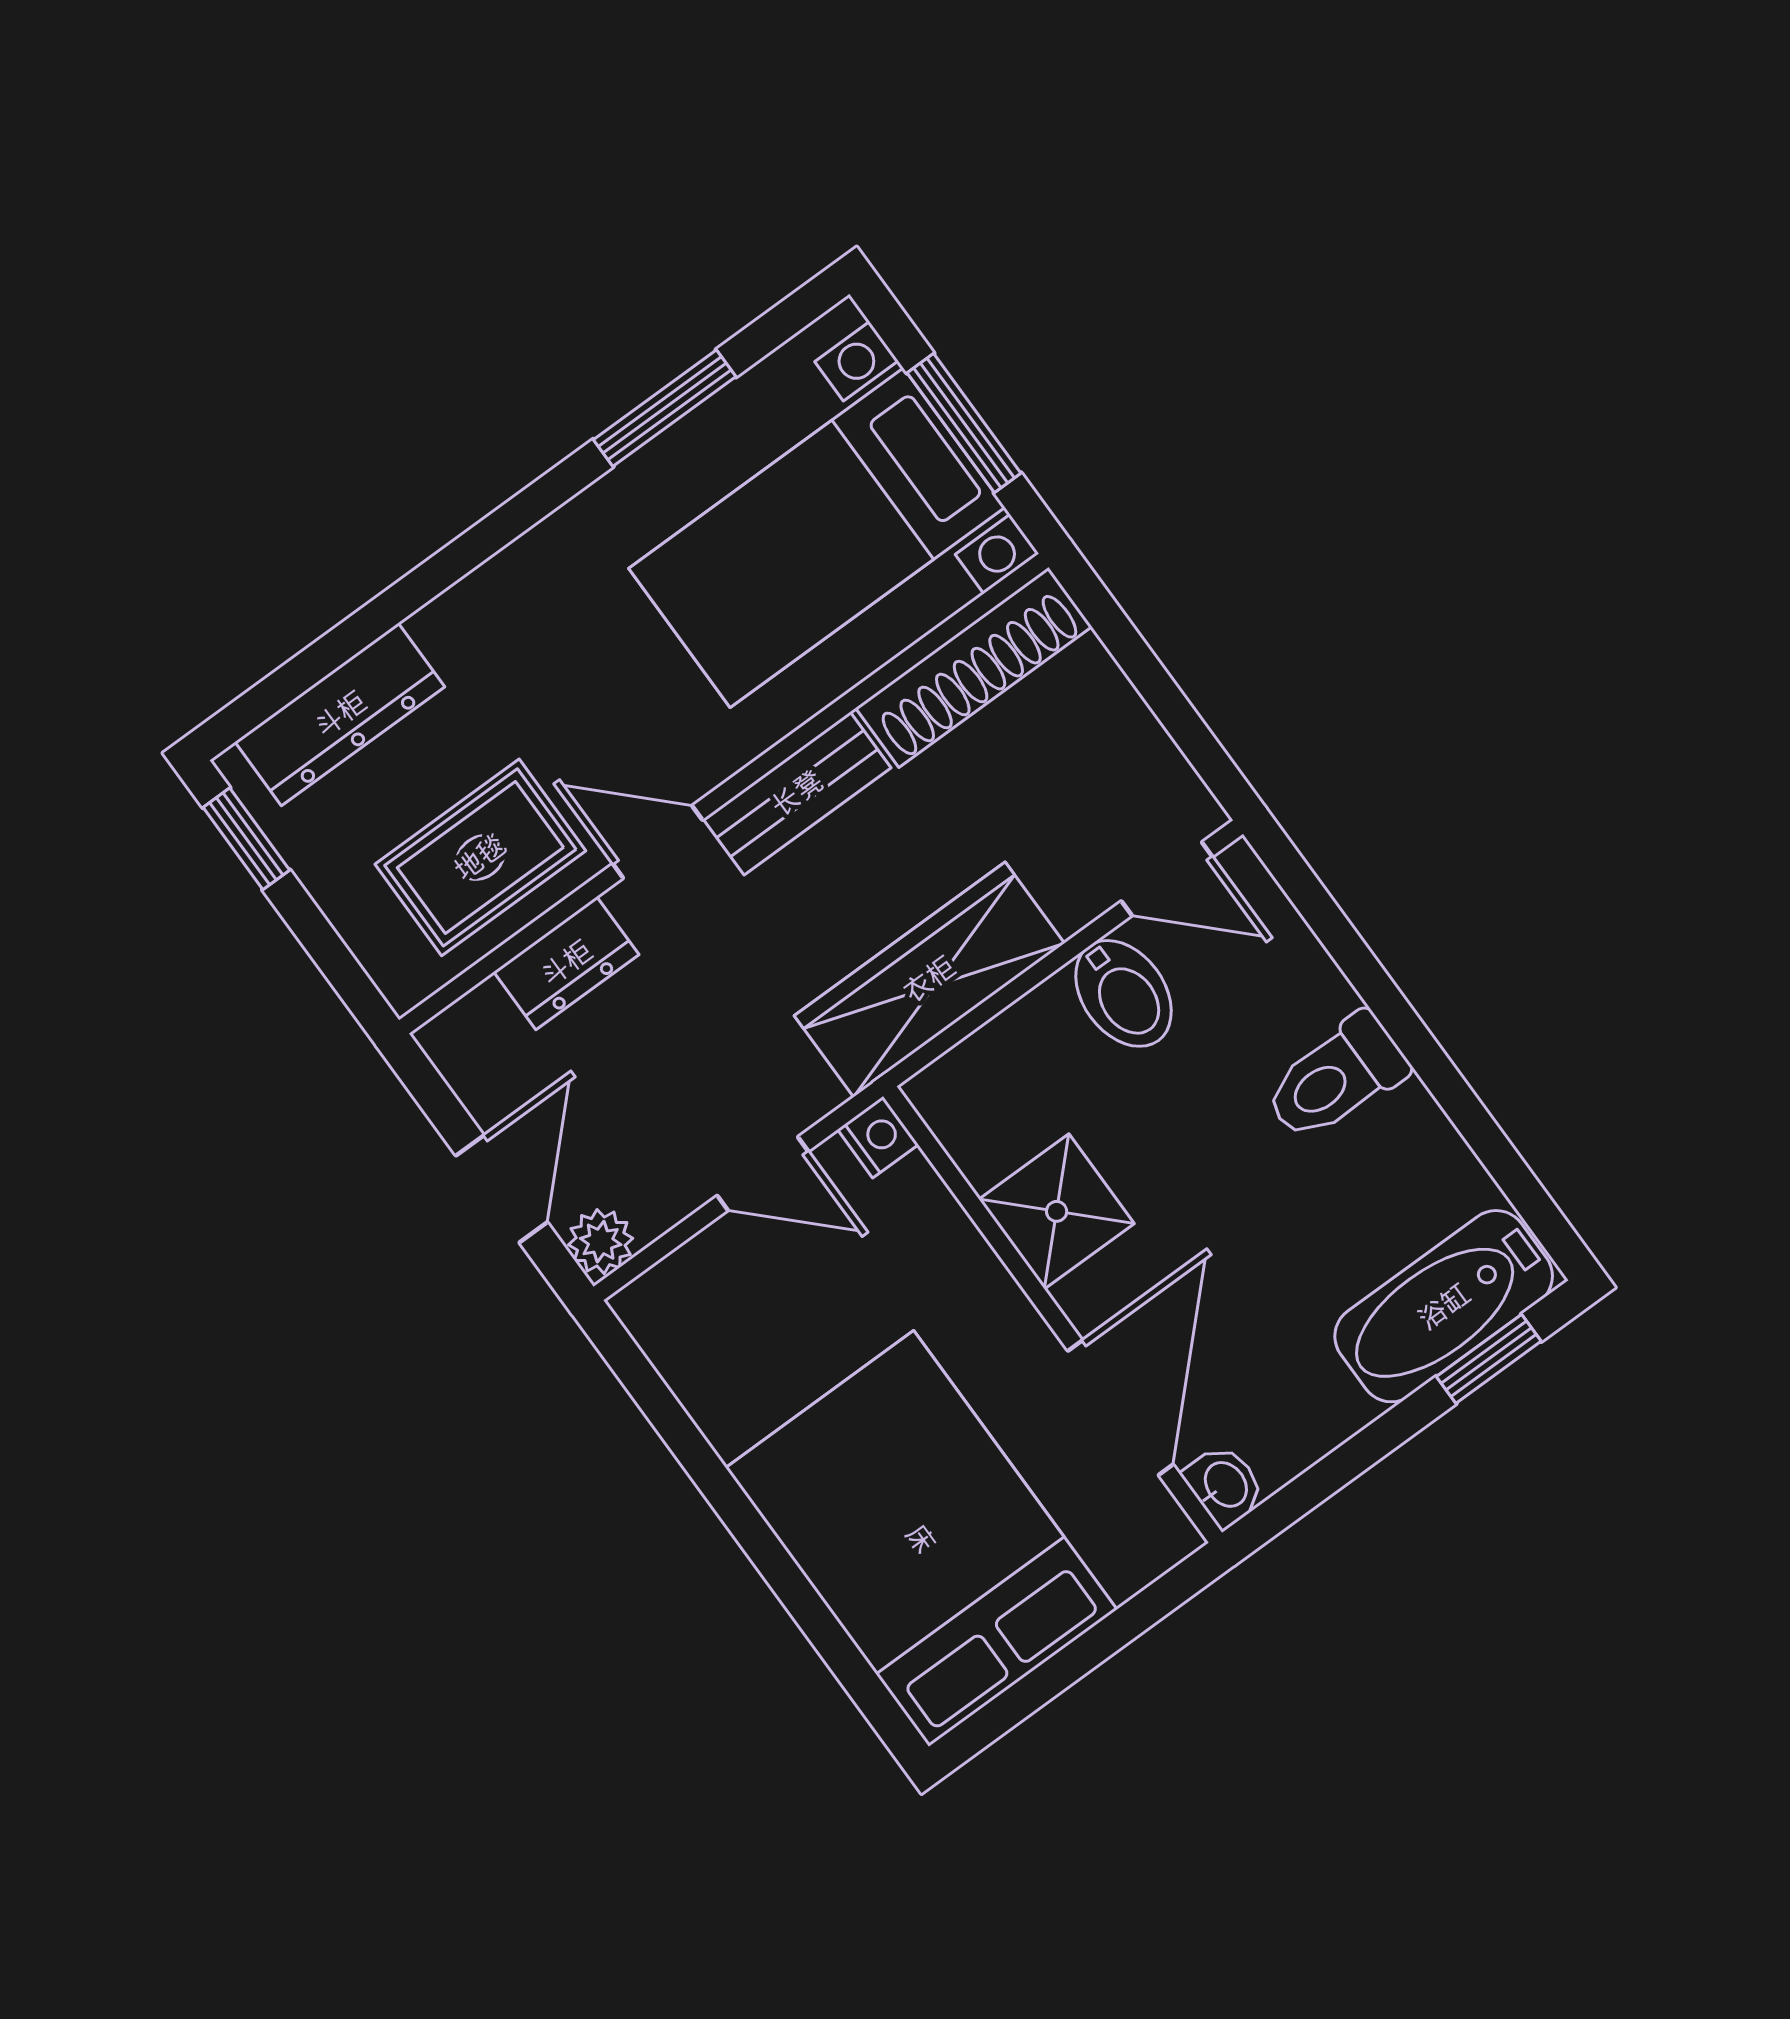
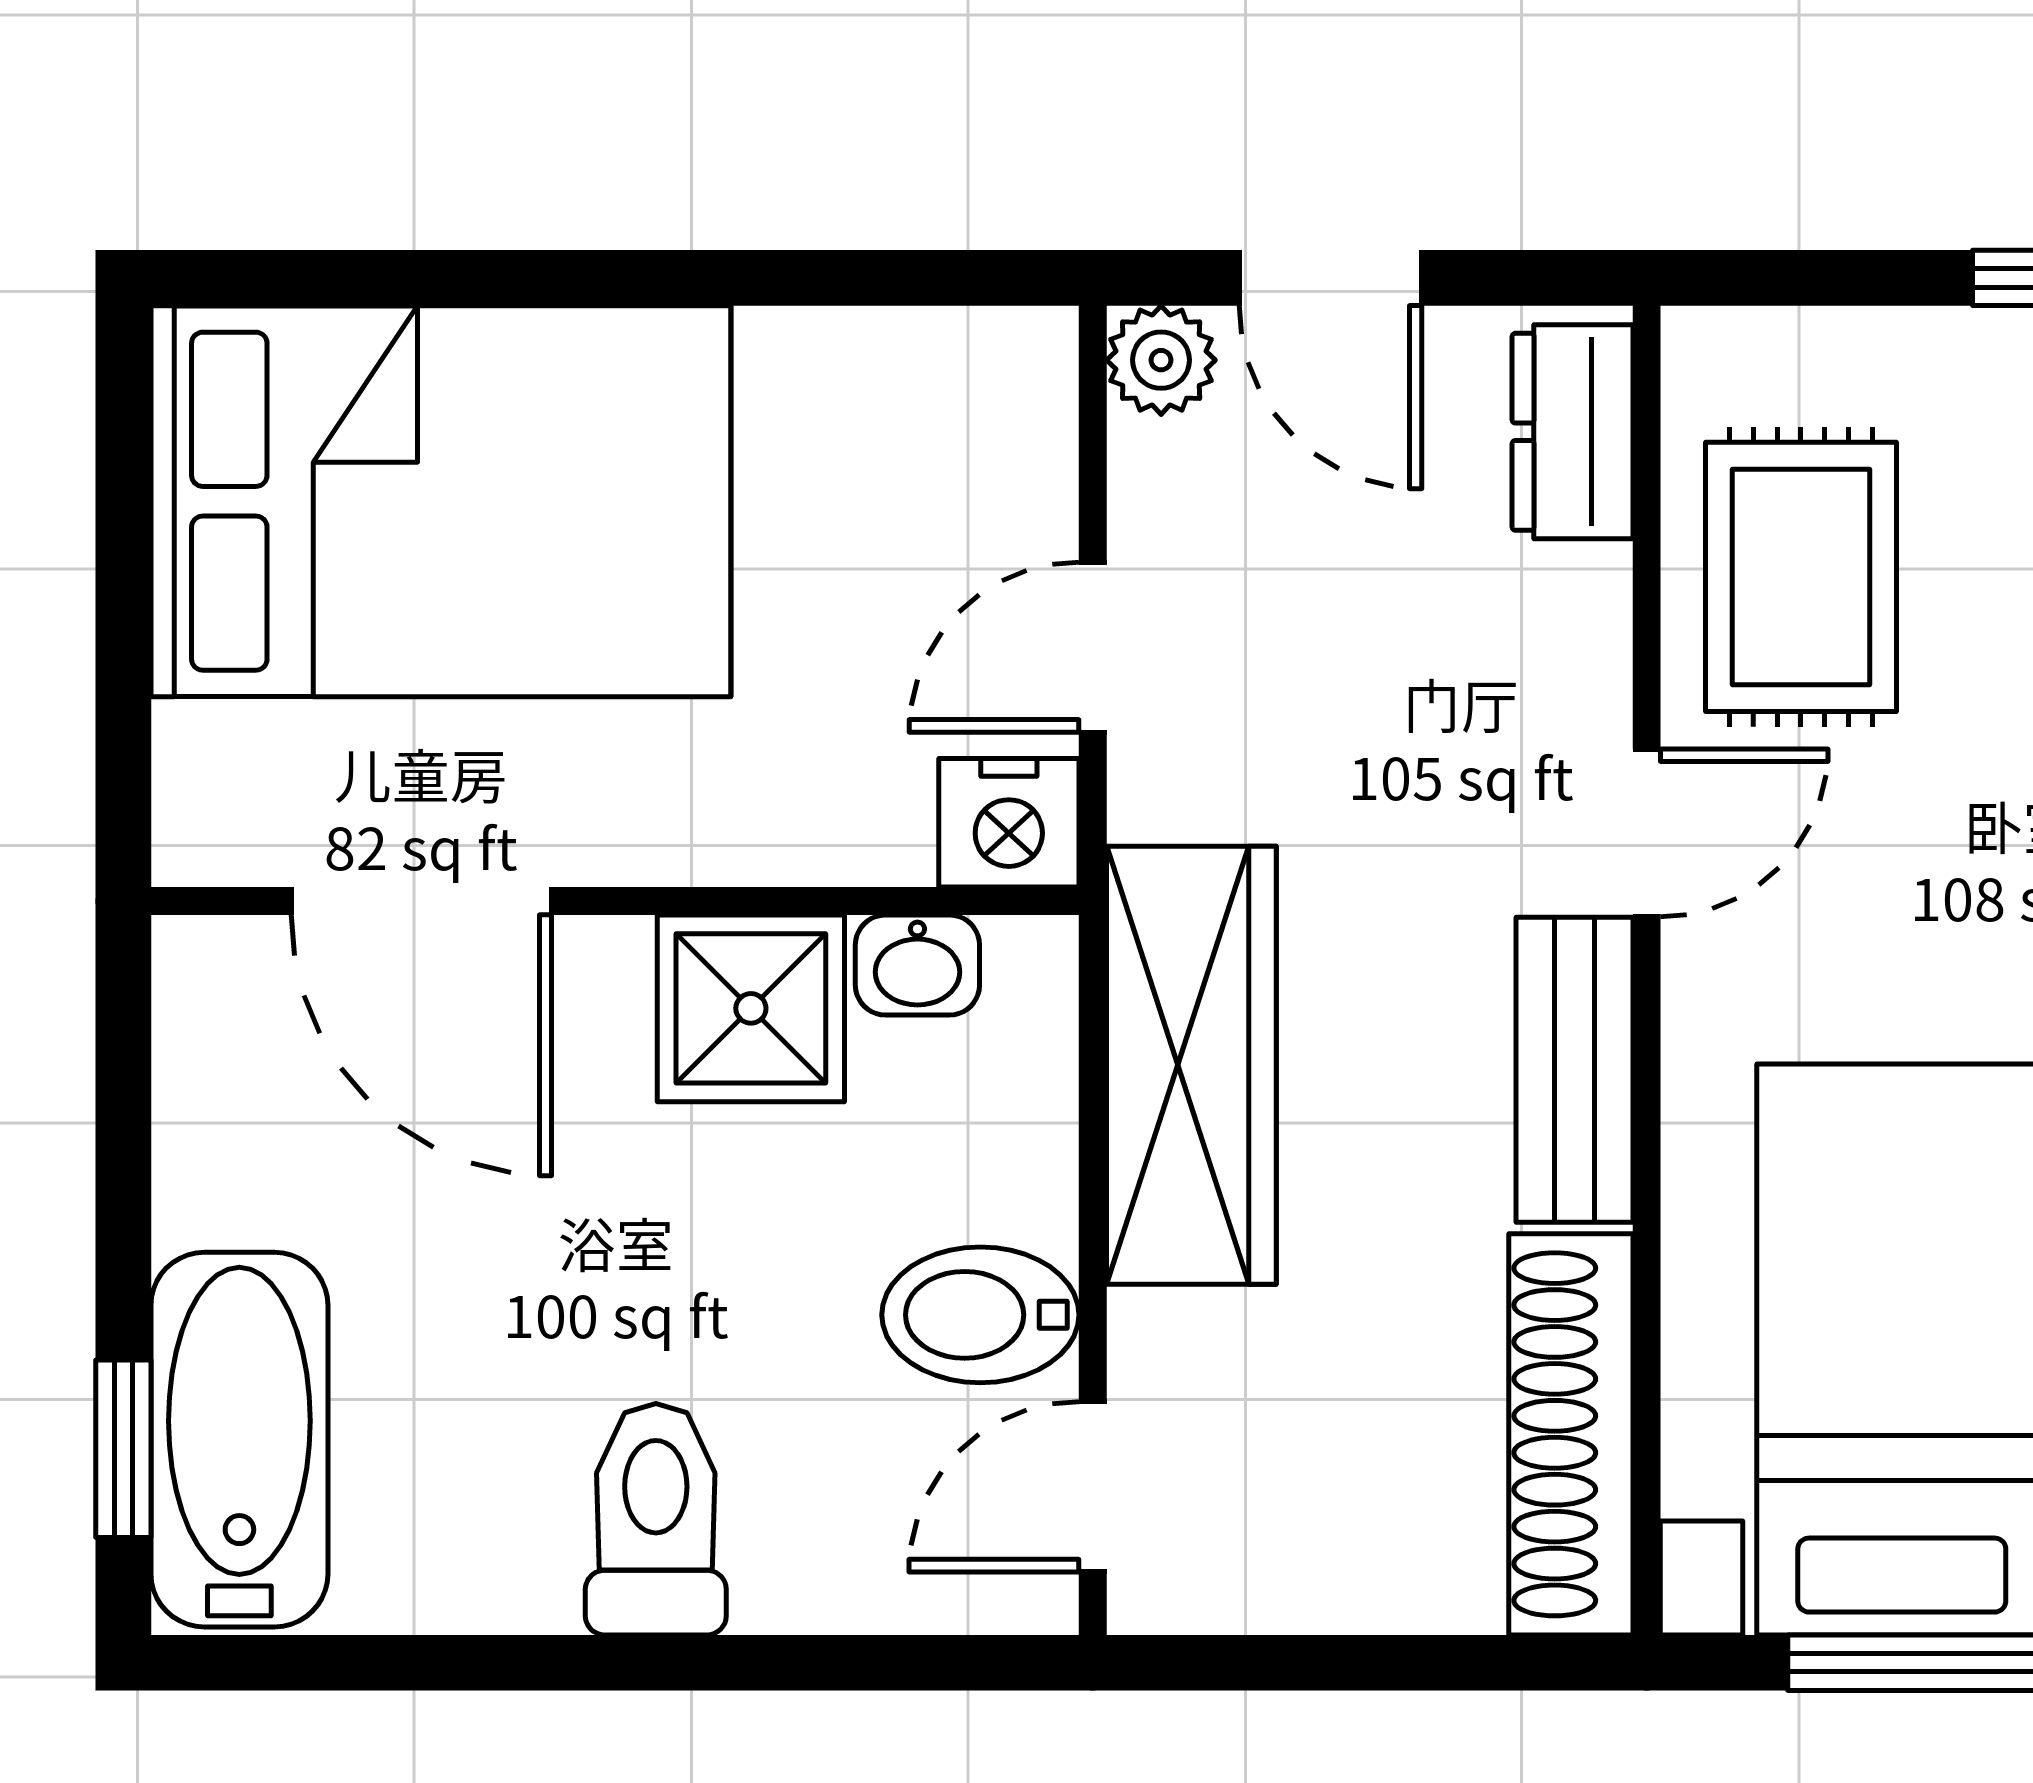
dresser: (566, 963) -> (1572, 432), moved
nightstand: (878, 1137) -> (1009, 823), width x1.39, depth x1.35
washbasin: (1224, 1485) -> (917, 965), moved

